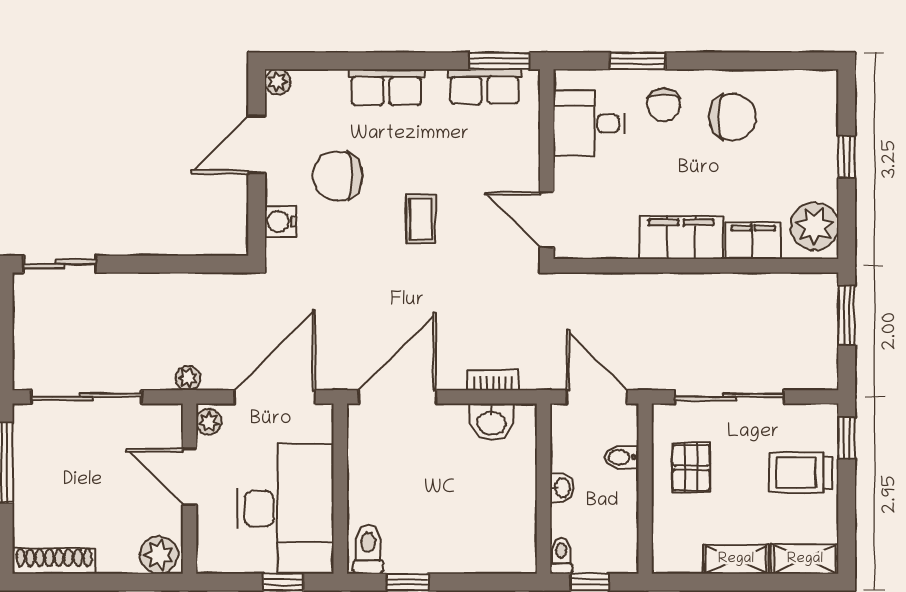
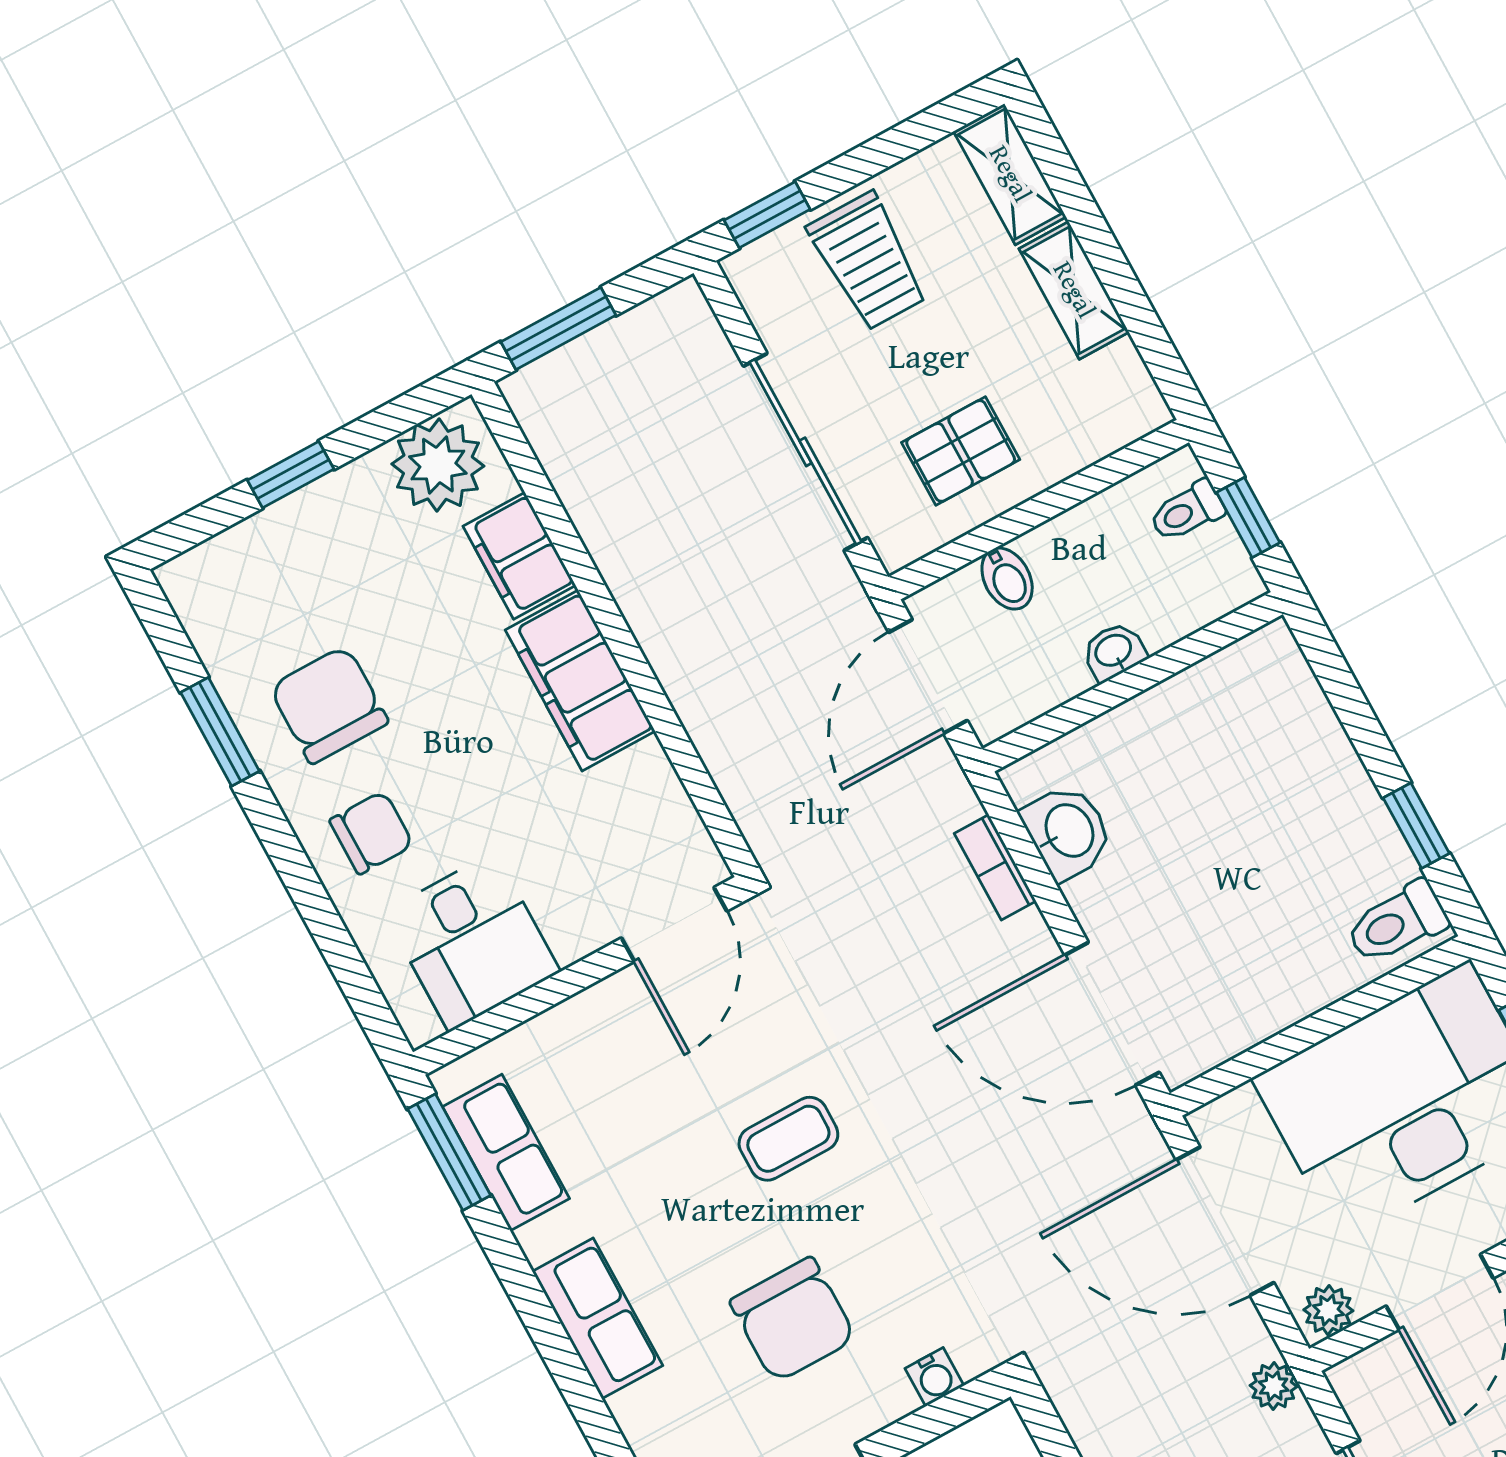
window: (637, 61) -> (220, 732), moved
water cooler: (280, 222) -> (934, 1377), width x0.72, depth x0.72
toilet: (561, 556) -> (1187, 511), moved

